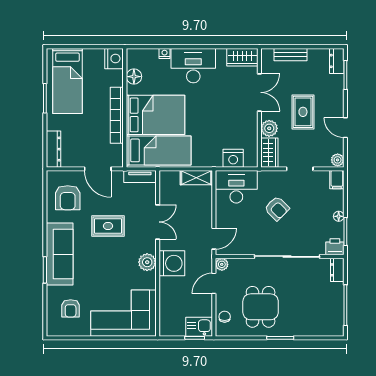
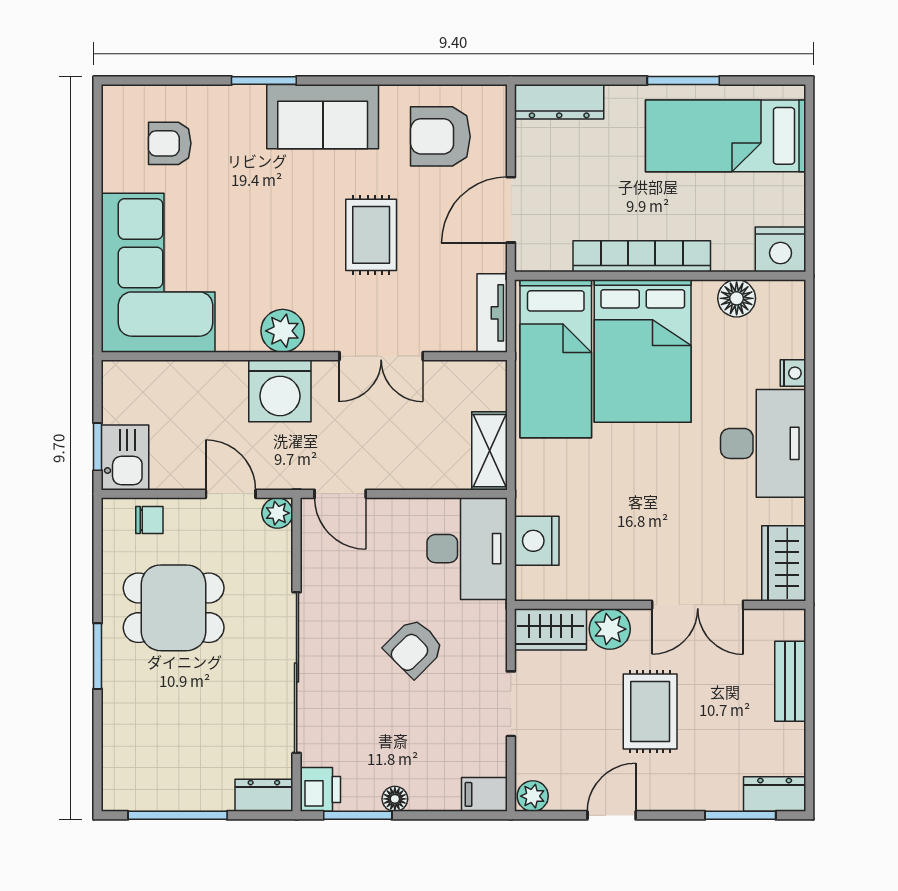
rug: (303, 112) -> (650, 712), turned 90
sofa: (60, 254) -> (323, 117), width x0.73

